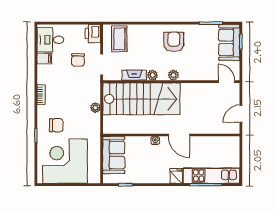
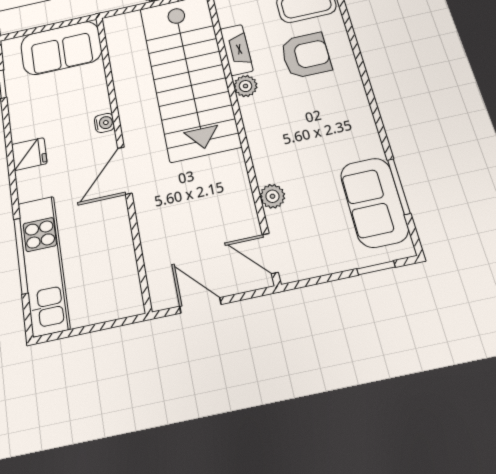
armchair: (174, 42) -> (306, 55), moved
sofa: (229, 42) -> (374, 202), moved, turned -90
plant: (173, 75) -> (272, 196), moved
door: (227, 82) -> (270, 253), swing flipped
fridge: (176, 176) -> (29, 154), moved

